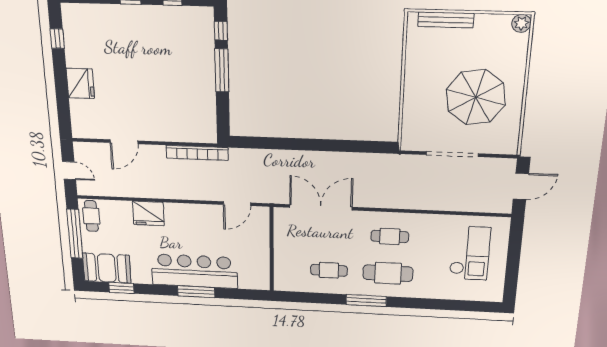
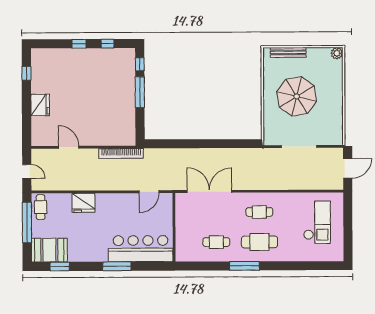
parasol: (476, 97) -> (297, 96), moved
door: (124, 142) -> (69, 147), swing flipped
bar counter: (194, 271) -> (141, 249), moved

